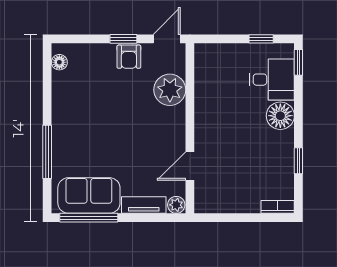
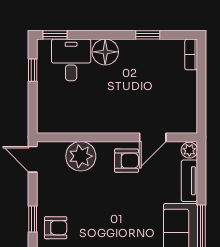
window: (123, 39) -> (33, 219), moved
armchair: (129, 57) -> (56, 228), moved
armchair: (165, 138) -> (127, 161), added
door: (190, 166) -> (153, 137), hinge flipped

